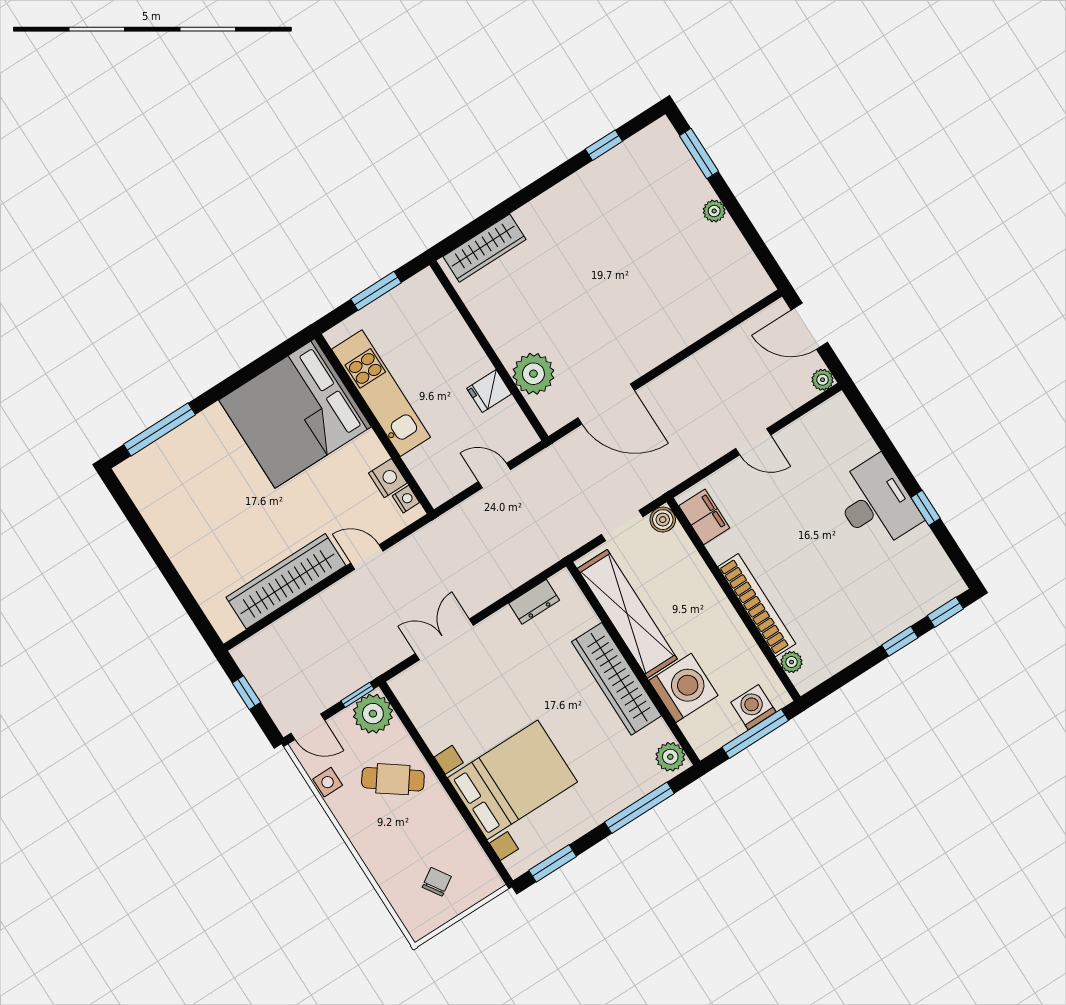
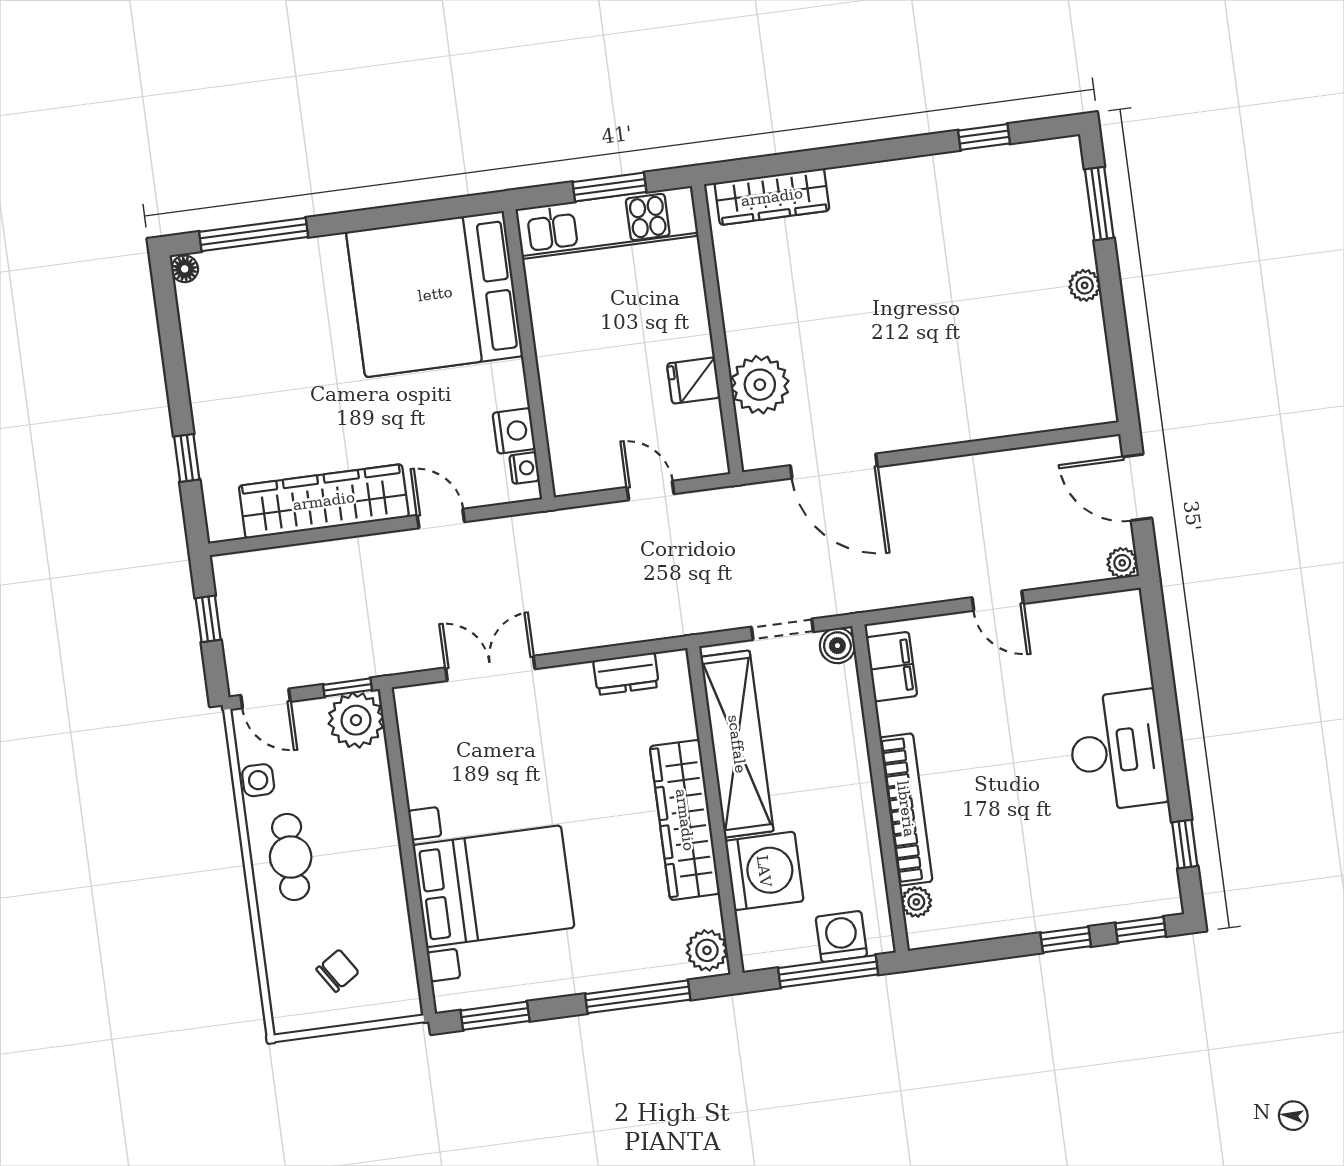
kitchen unit: (381, 393) -> (607, 222), moved, turned 90
floor lamp: (125, 473) -> (185, 269), added
window: (926, 508) -> (1185, 844), moved
window: (184, 595) -> (187, 458), added
cafe table: (393, 779) -> (291, 857), moved, turned 54

